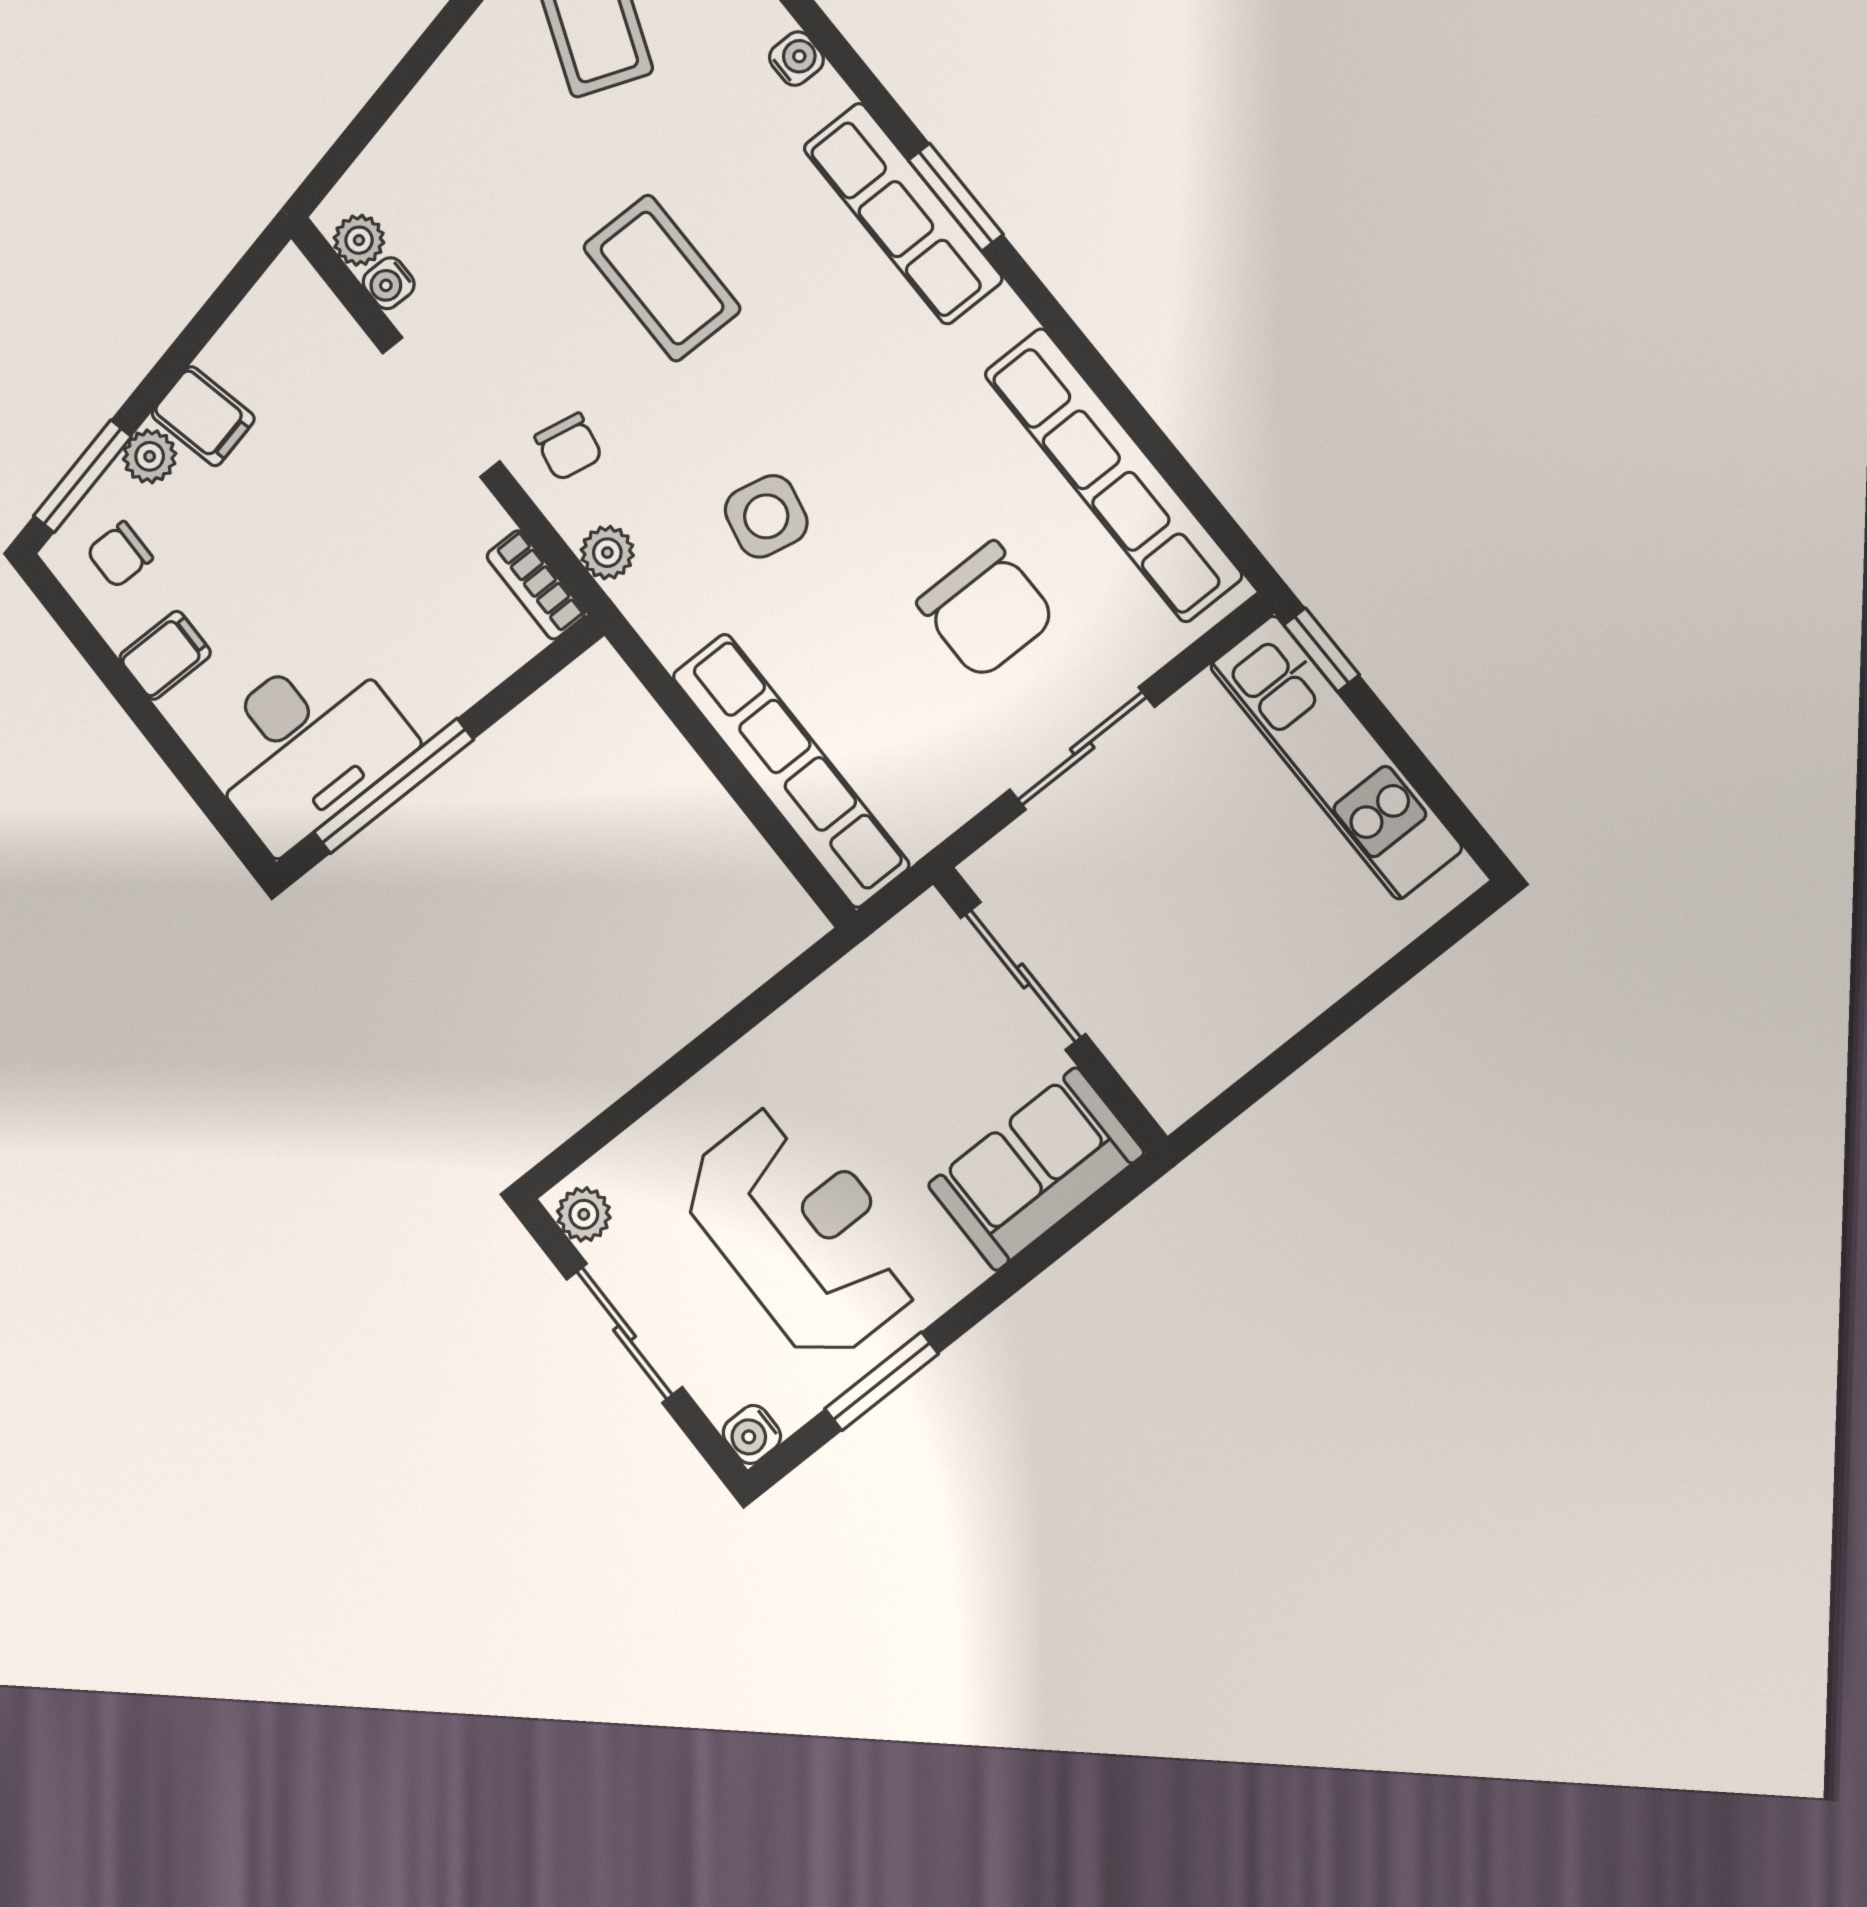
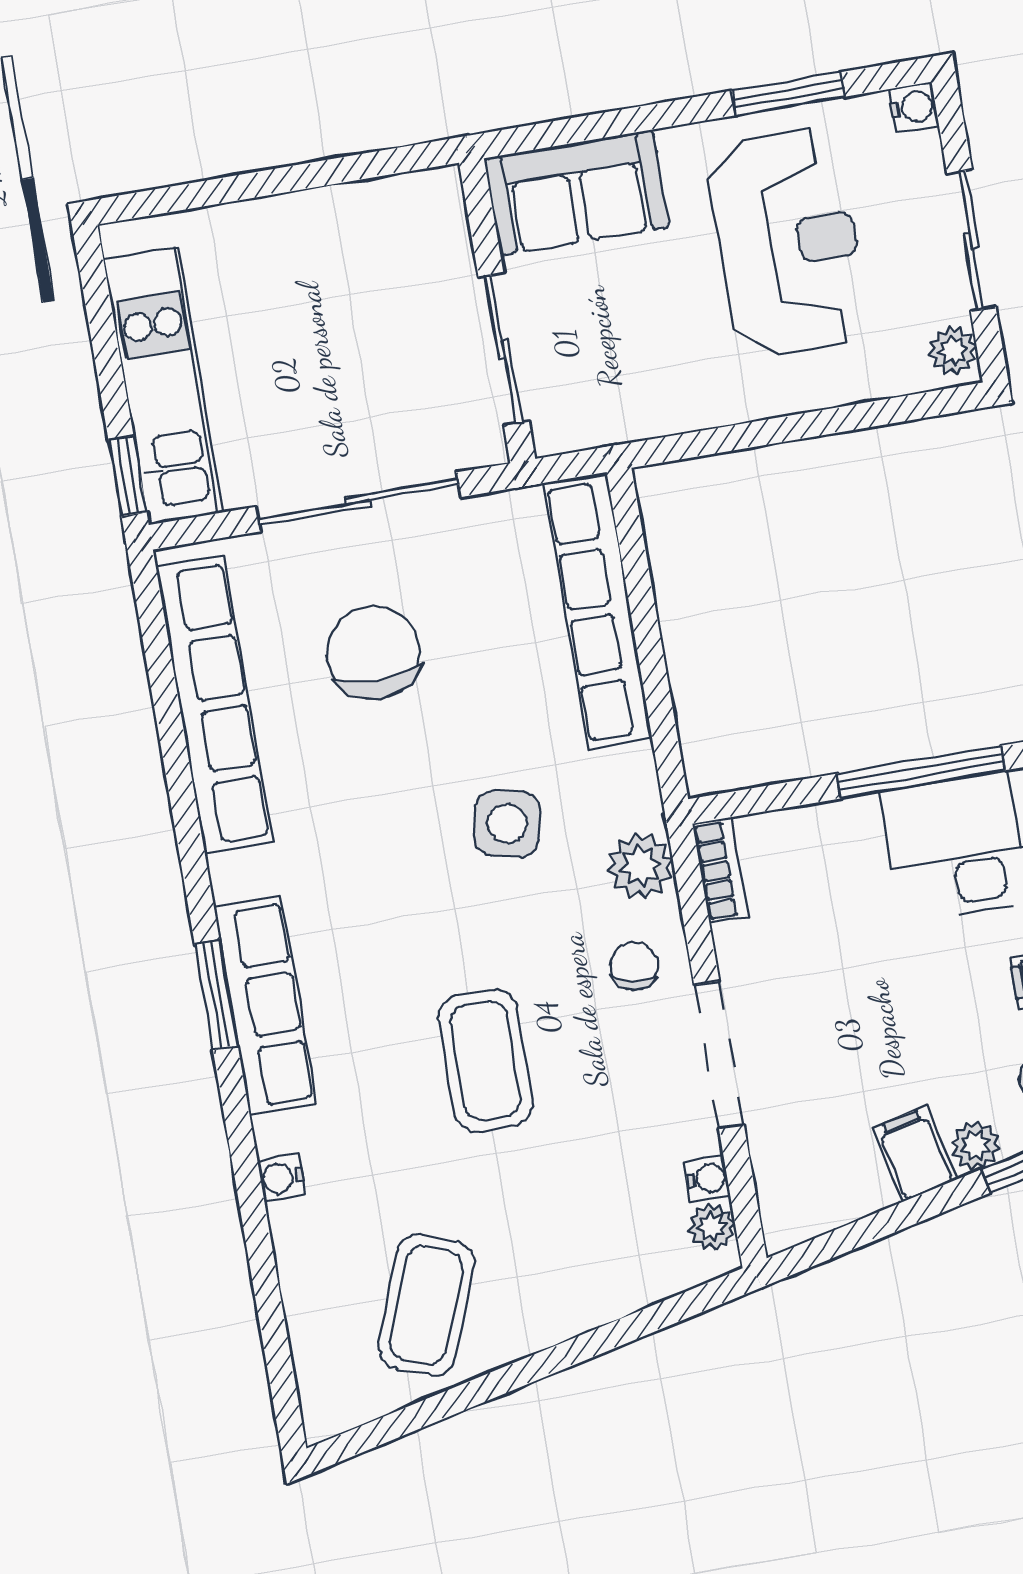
plant: (607, 553) -> (640, 866), width x1.38, depth x1.38
sliding door: (1082, 748) -> (358, 502), width x1.37
reception desk: (802, 1232) -> (788, 243), turned 180

